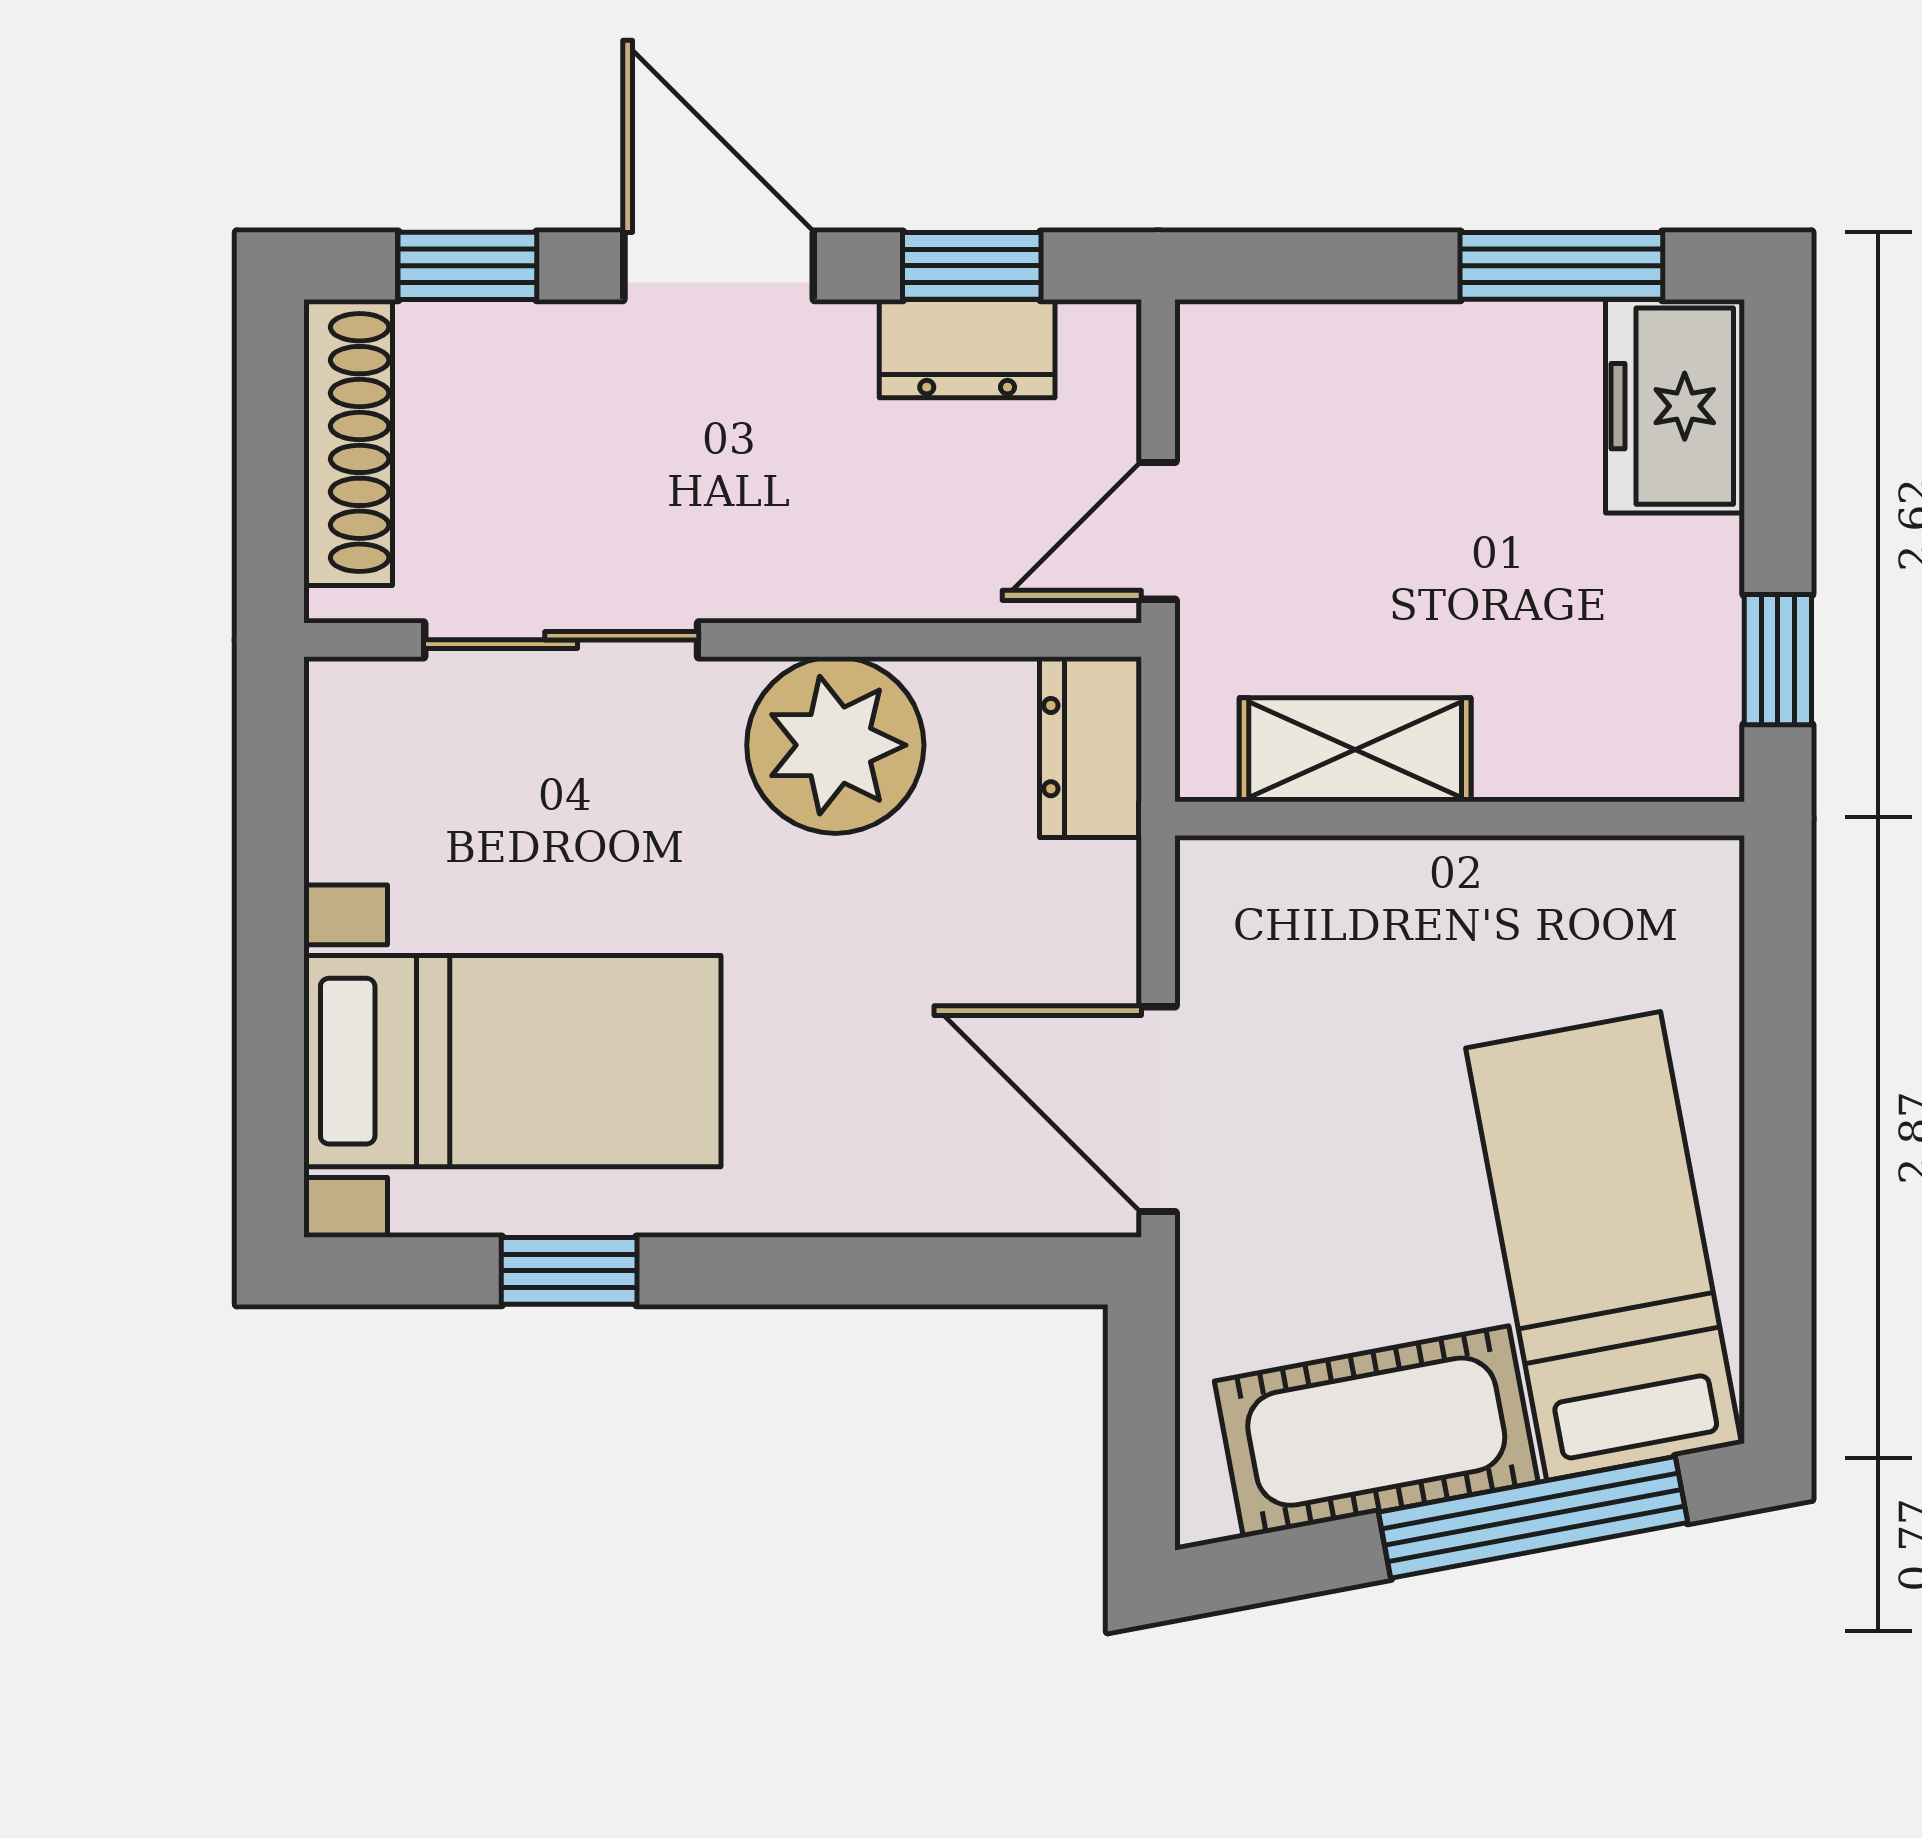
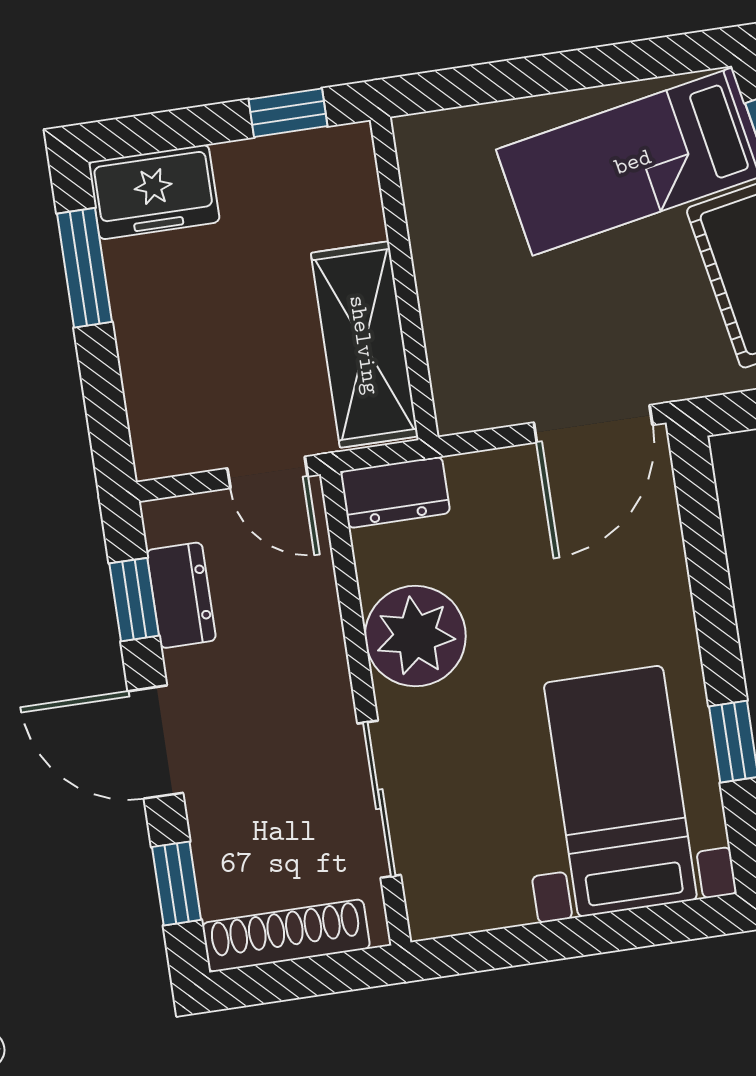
door: (719, 266) -> (155, 742), hinge flipped
shelving: (1355, 750) -> (364, 345), width x1.50, depth x1.33

